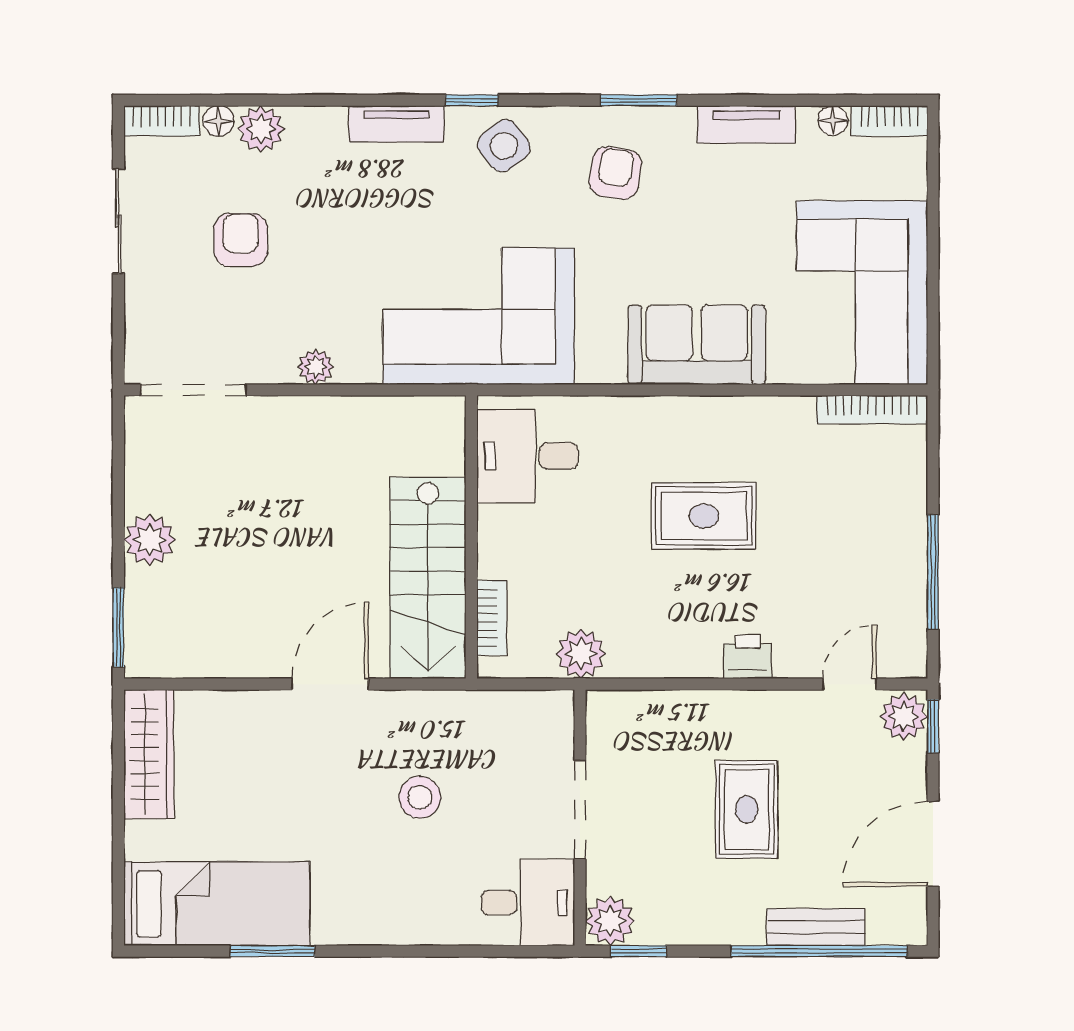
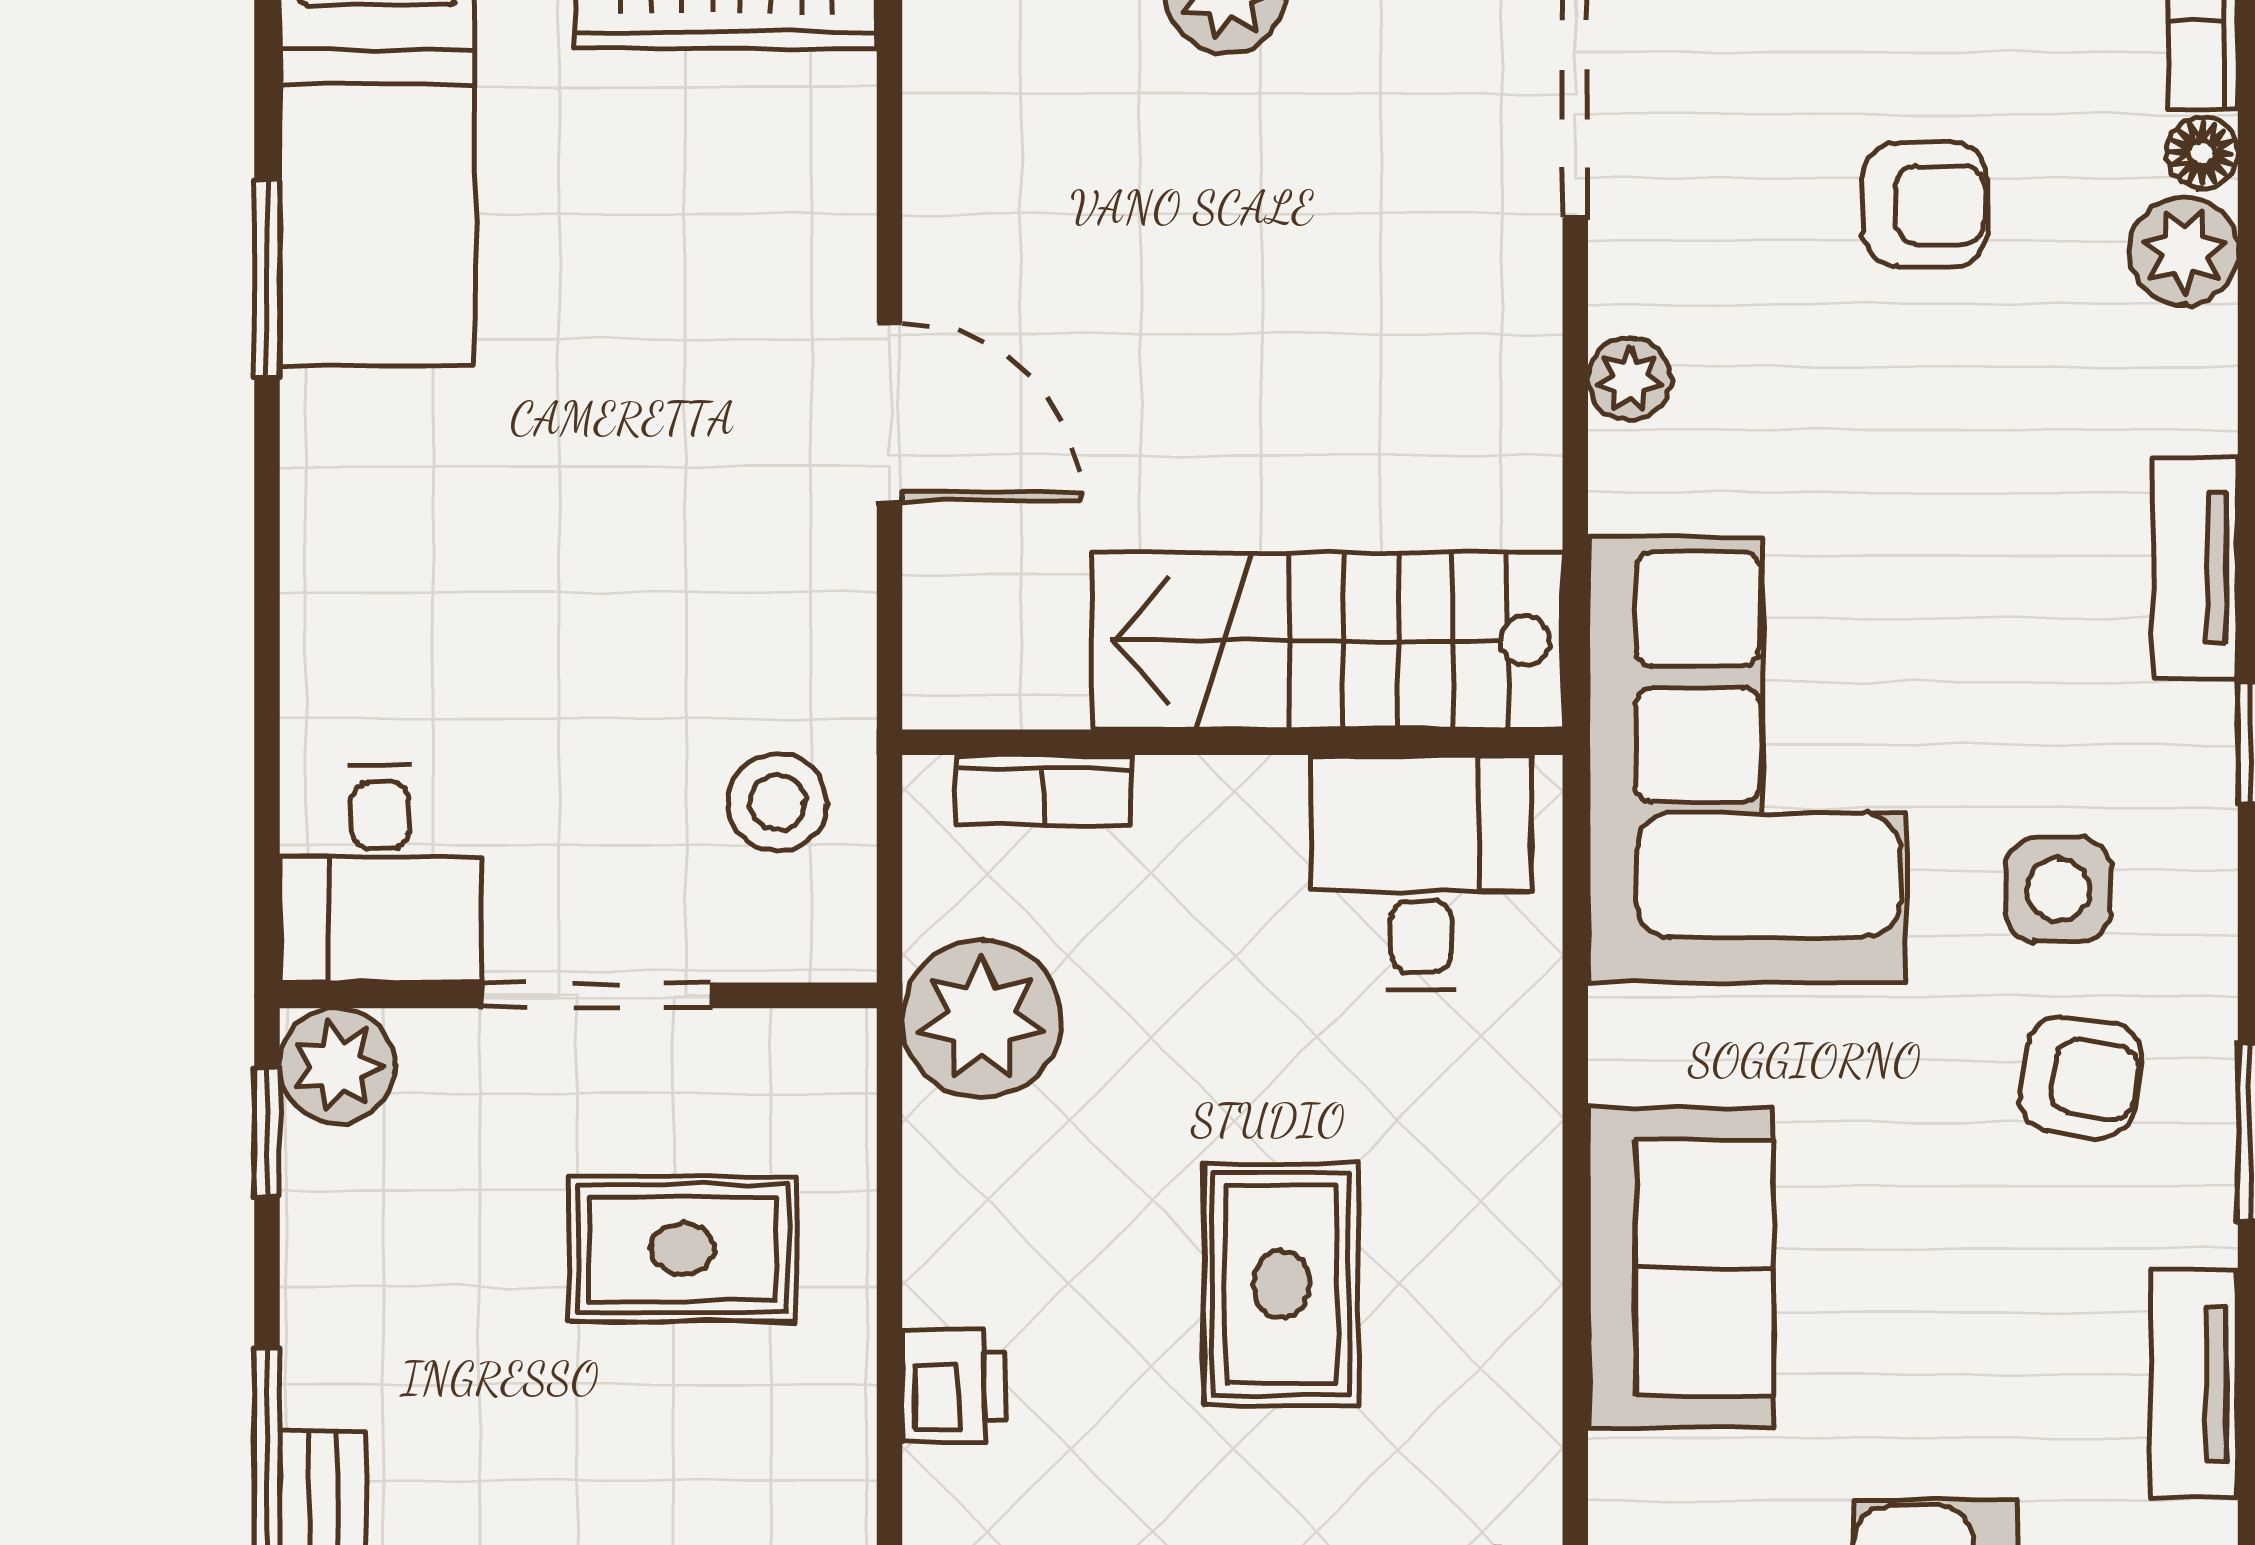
side table: (504, 146) -> (2058, 889), moved, turned 38
stairs: (428, 578) -> (1328, 641), moved
plant: (581, 654) -> (982, 1019), width x1.36, depth x1.36
stool: (420, 797) -> (778, 802), moved
rug: (747, 809) -> (683, 1249), moved

